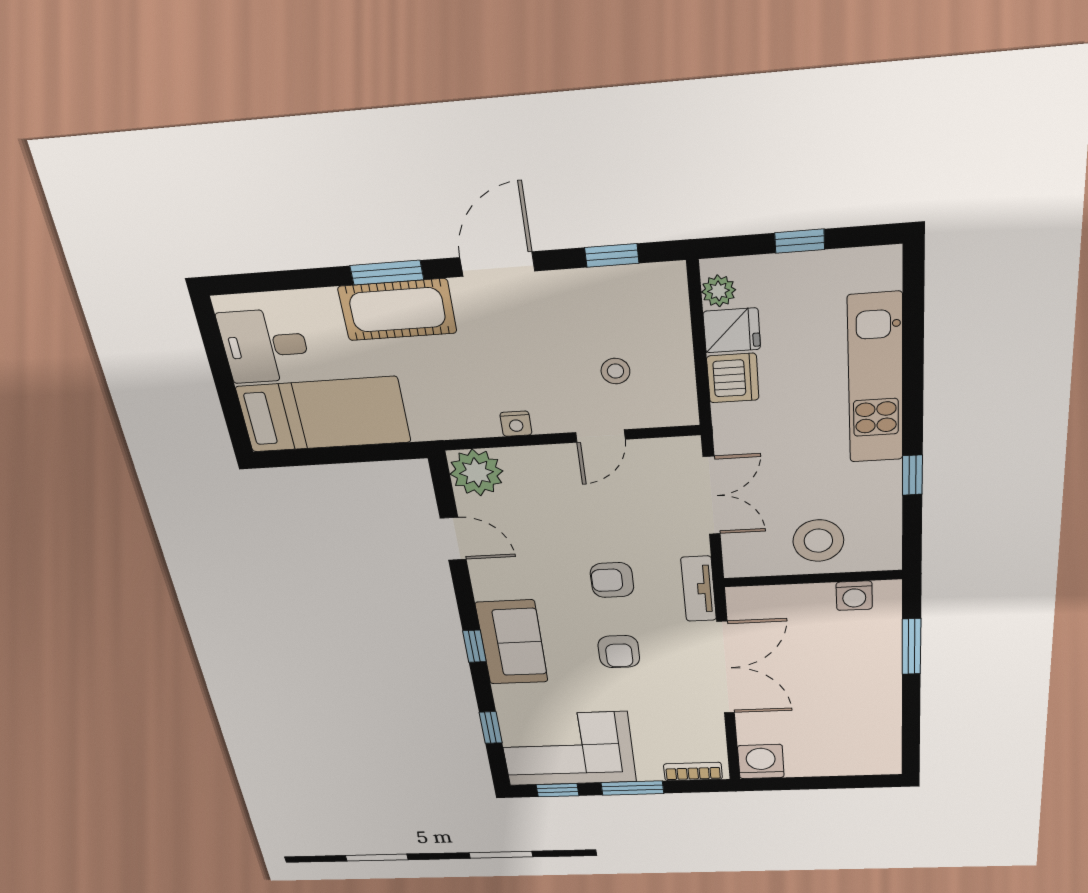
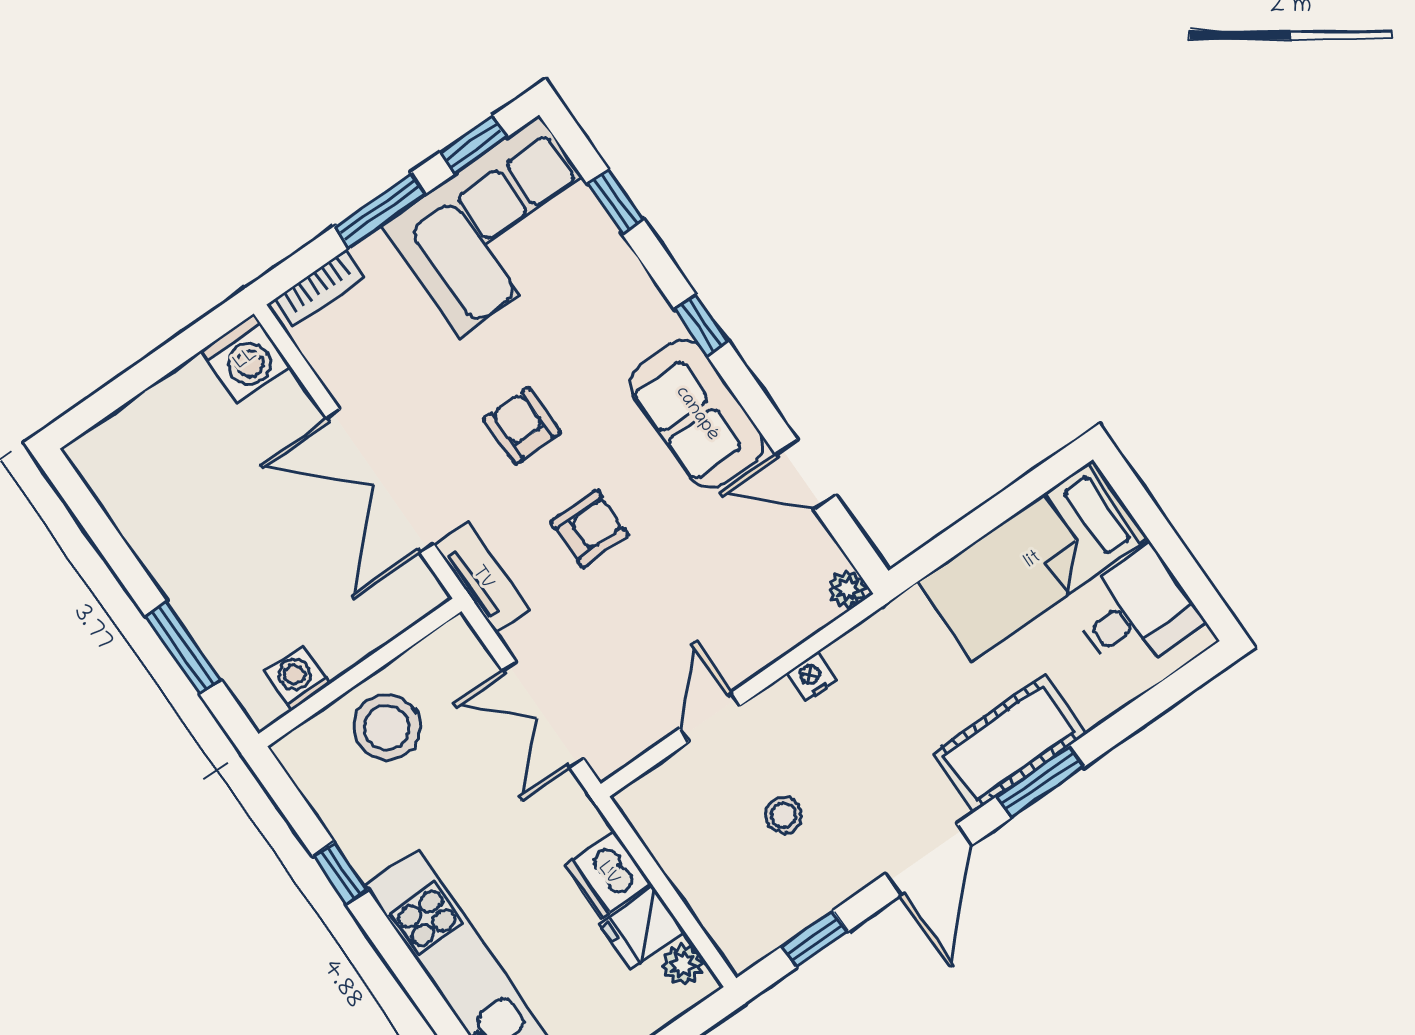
stool: (615, 371) -> (784, 815), moved
plant: (476, 473) -> (847, 589), width x0.53, depth x0.53
sofa: (512, 642) -> (697, 414), moved

